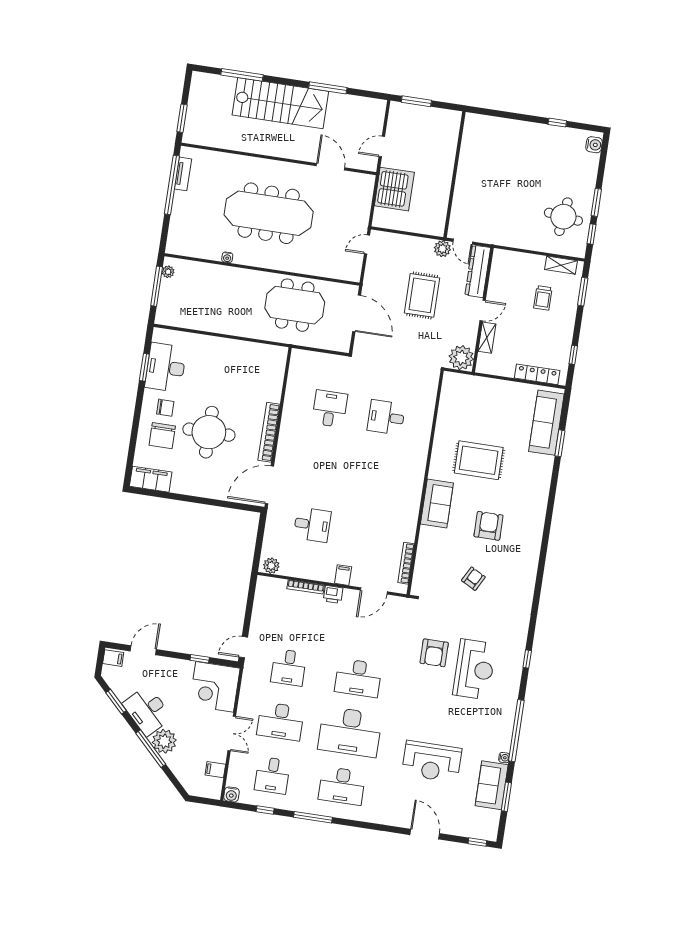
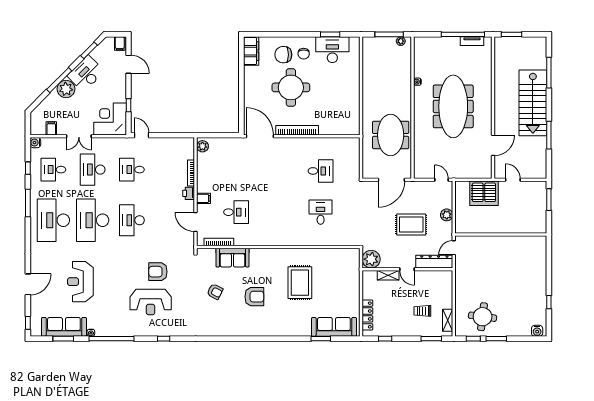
plant: (442, 249) -> (447, 215), moved
sofa: (437, 504) -> (232, 258), moved
desk: (312, 525) -> (236, 212), moved, turned -90
sofa: (492, 785) -> (64, 327), width x1.36
desk: (342, 786) -> (53, 220), width x1.36, depth x1.30

